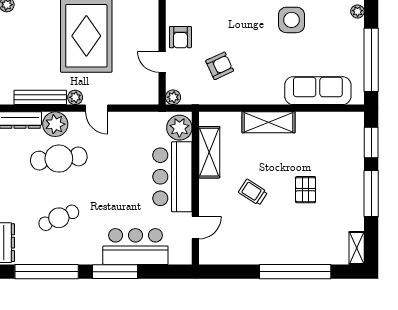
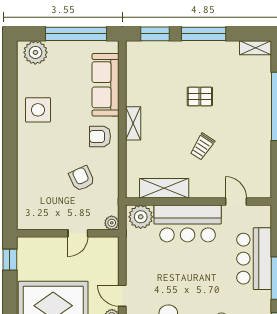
plant: (358, 11) -> (35, 52), width x1.88, depth x1.88
armchair: (180, 37) -> (100, 136), moved, turned 180
door: (97, 108) -> (122, 296), swing flipped
shelving: (268, 122) -> (133, 123), width x0.67, depth x0.75

